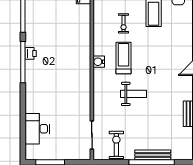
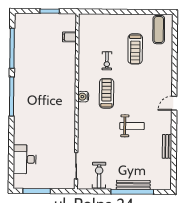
printer: (31, 53) -> (19, 88), removed
weight bench: (134, 94) -> (132, 126), moved

